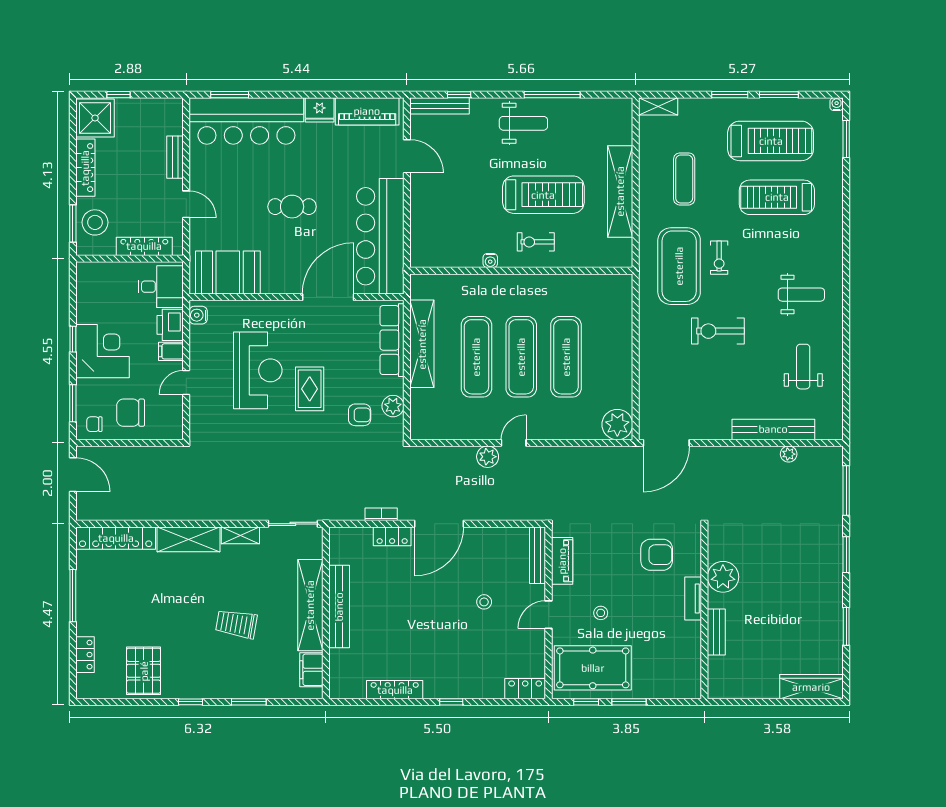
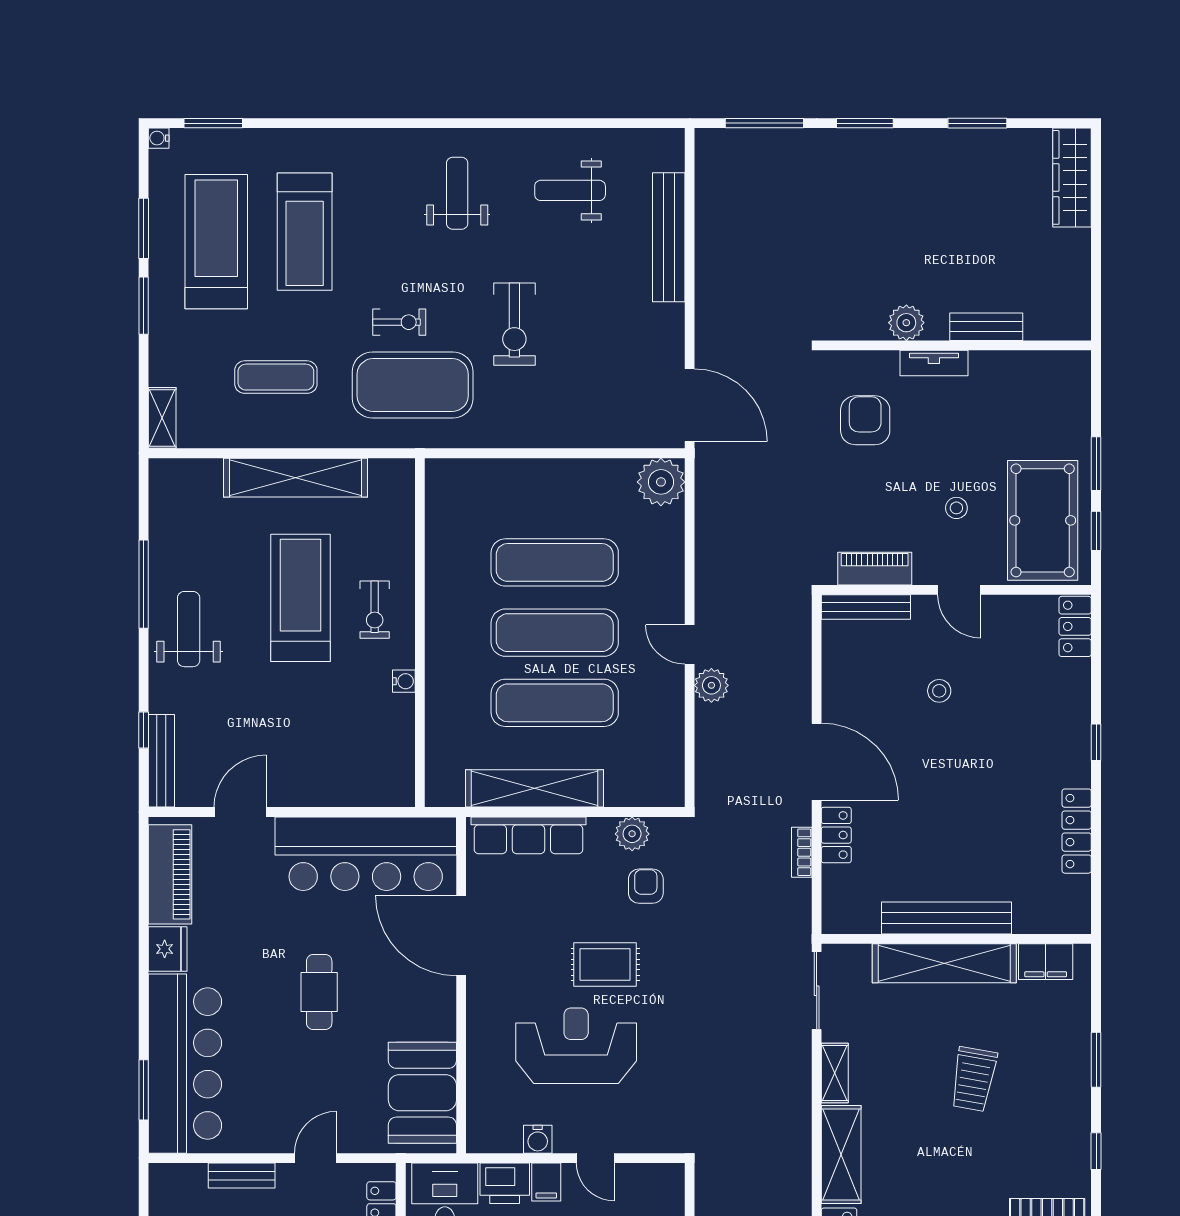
water cooler: (198, 315) -> (538, 1139), moved
plant: (789, 454) -> (707, 213), removed
plant: (723, 577) -> (906, 323), width x0.73, depth x0.73

